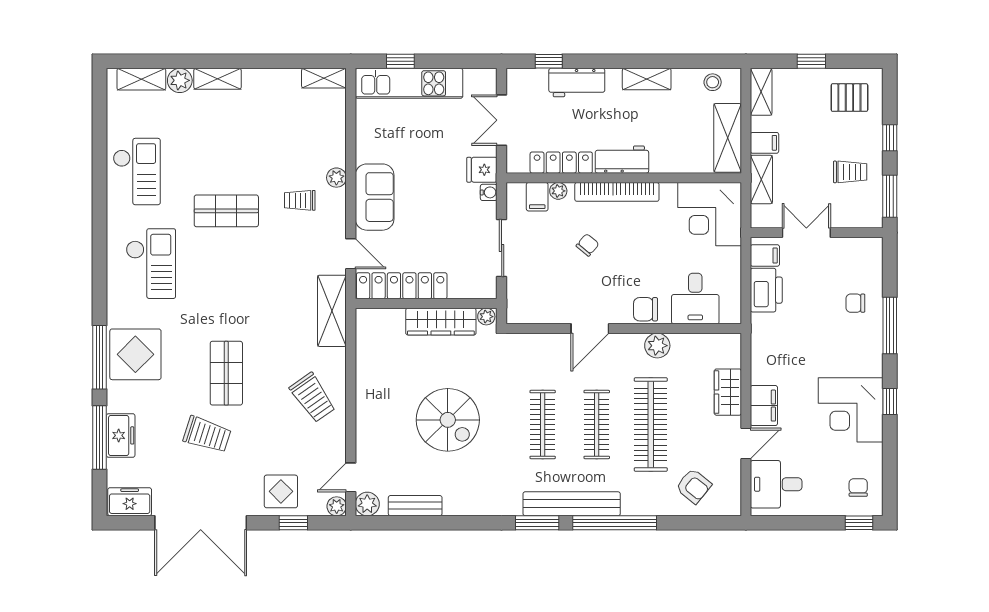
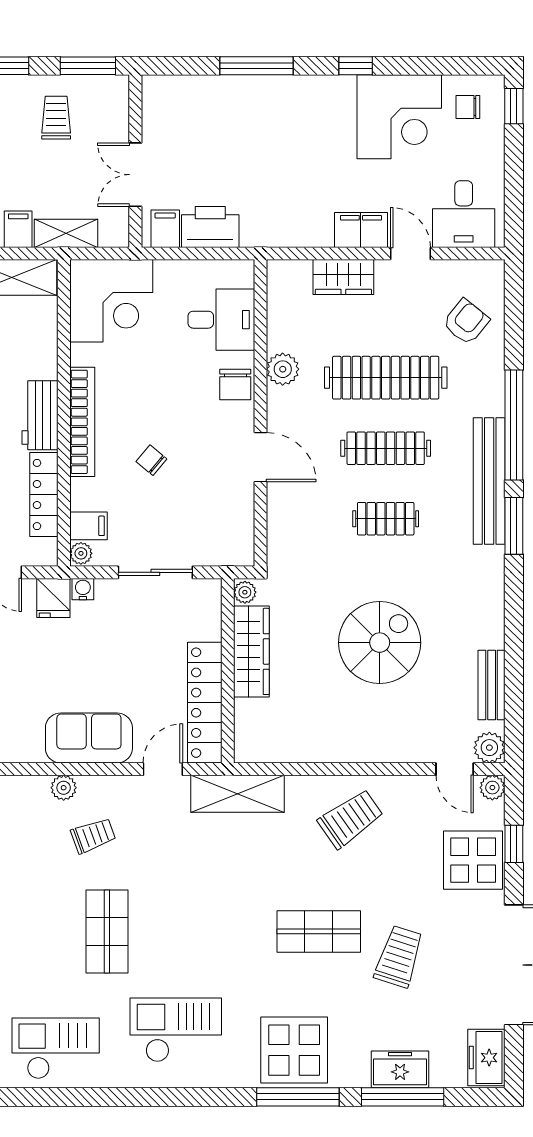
plant: (558, 191) -> (81, 553), moved
trolley: (300, 200) -> (93, 836), turned -110
chair: (855, 303) -> (227, 111), removed
corner desk: (851, 410) -> (399, 117), moved
clothes rail: (543, 424) -> (386, 519), width x0.73
display table: (281, 491) -> (473, 860), width x1.36, depth x1.36

